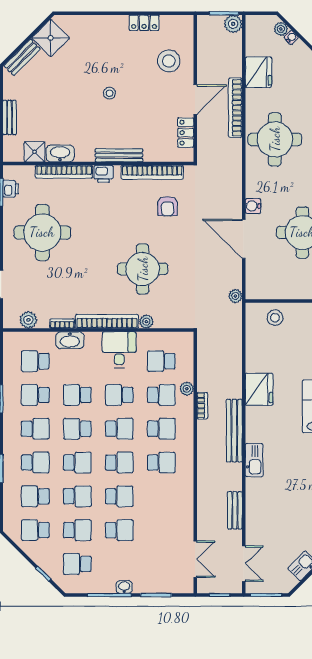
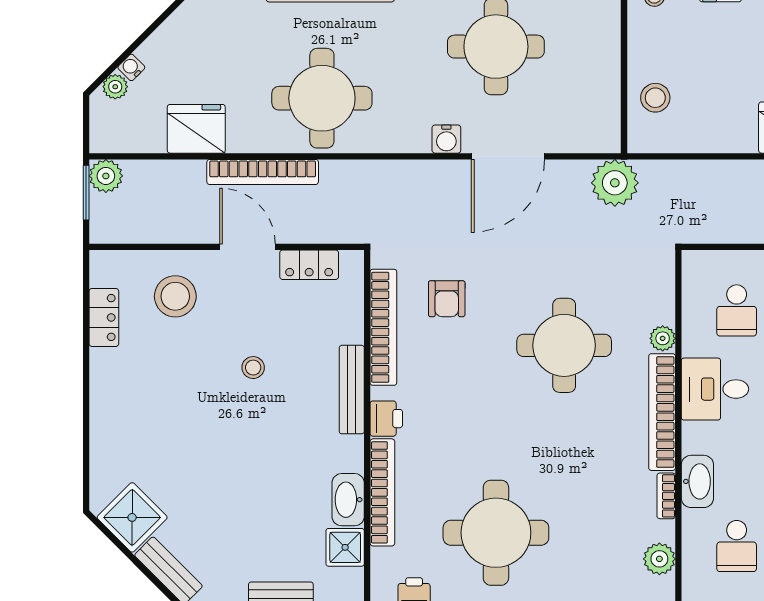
locker: (144, 23) -> (104, 317), moved
stool: (109, 93) -> (253, 368), moved
armchair: (168, 206) -> (447, 299), turned 90
plant: (235, 296) -> (615, 183), width x1.87, depth x1.87

